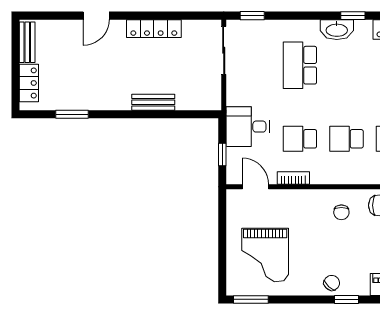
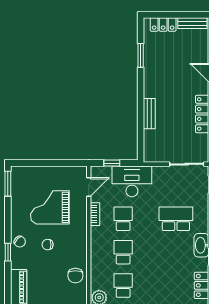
desk: (248, 127) -> (132, 181), width x1.37
chair: (341, 212) -> (48, 245), moved
grand piano: (265, 255) -> (50, 207), moved

